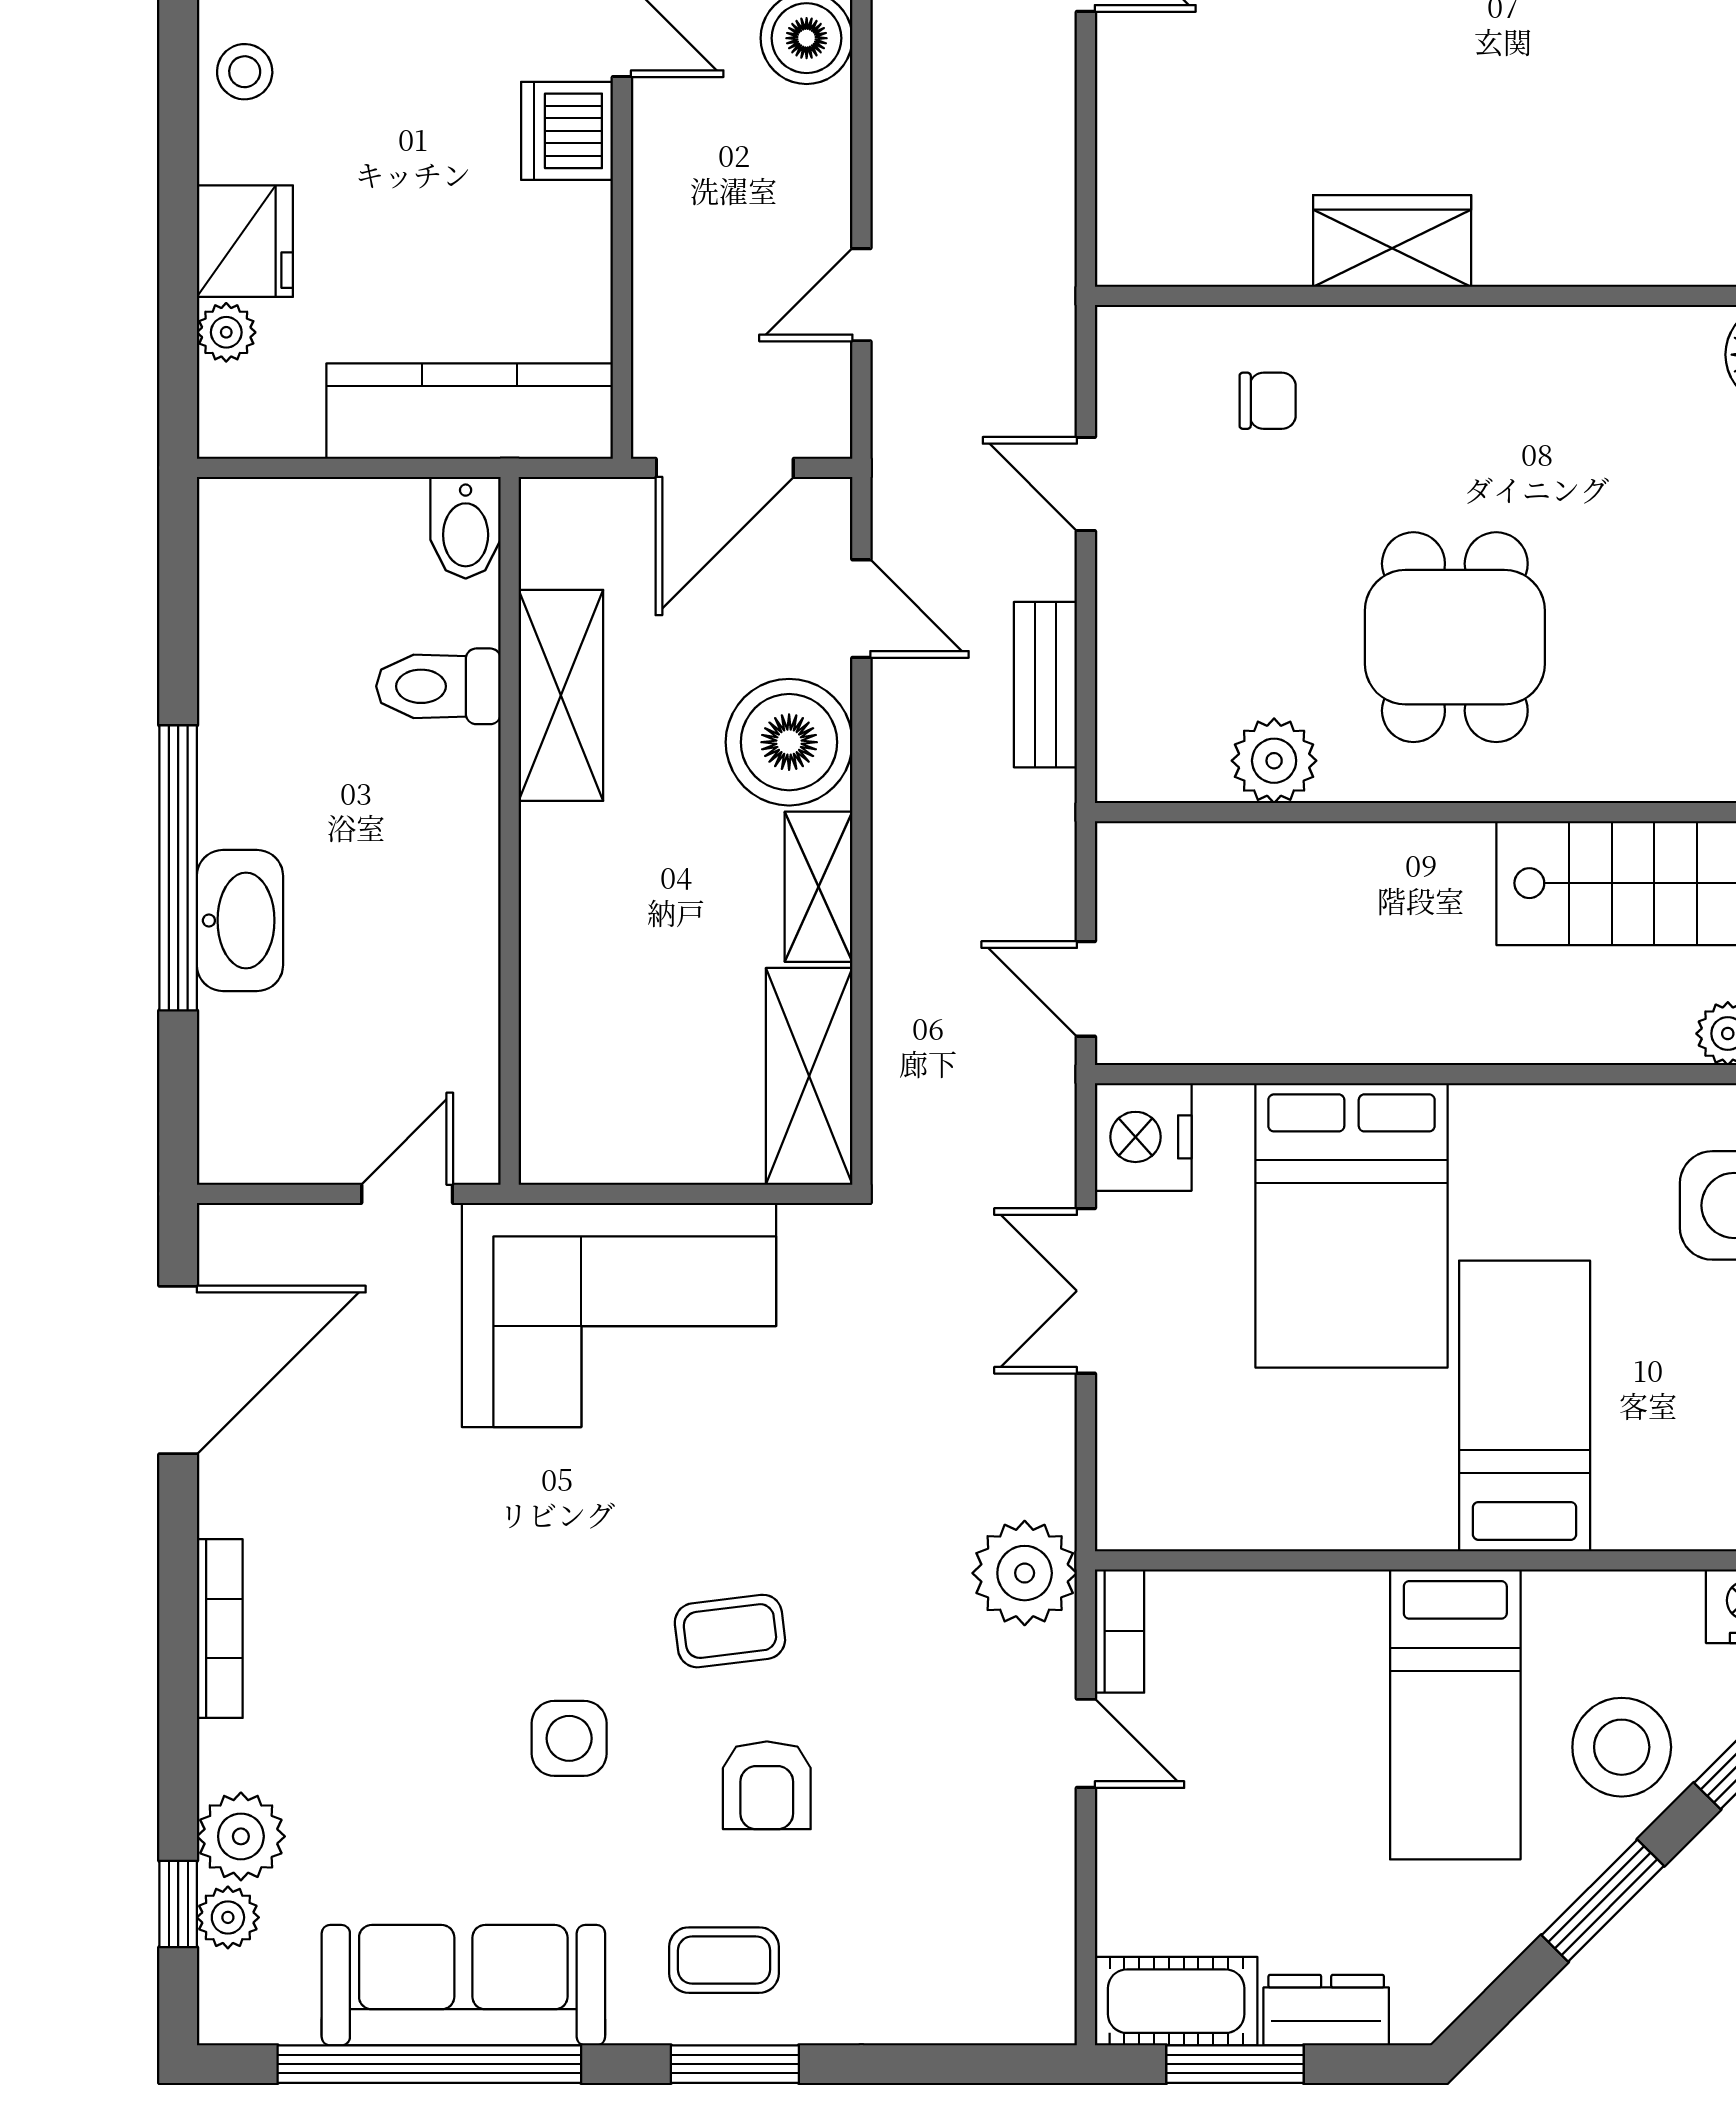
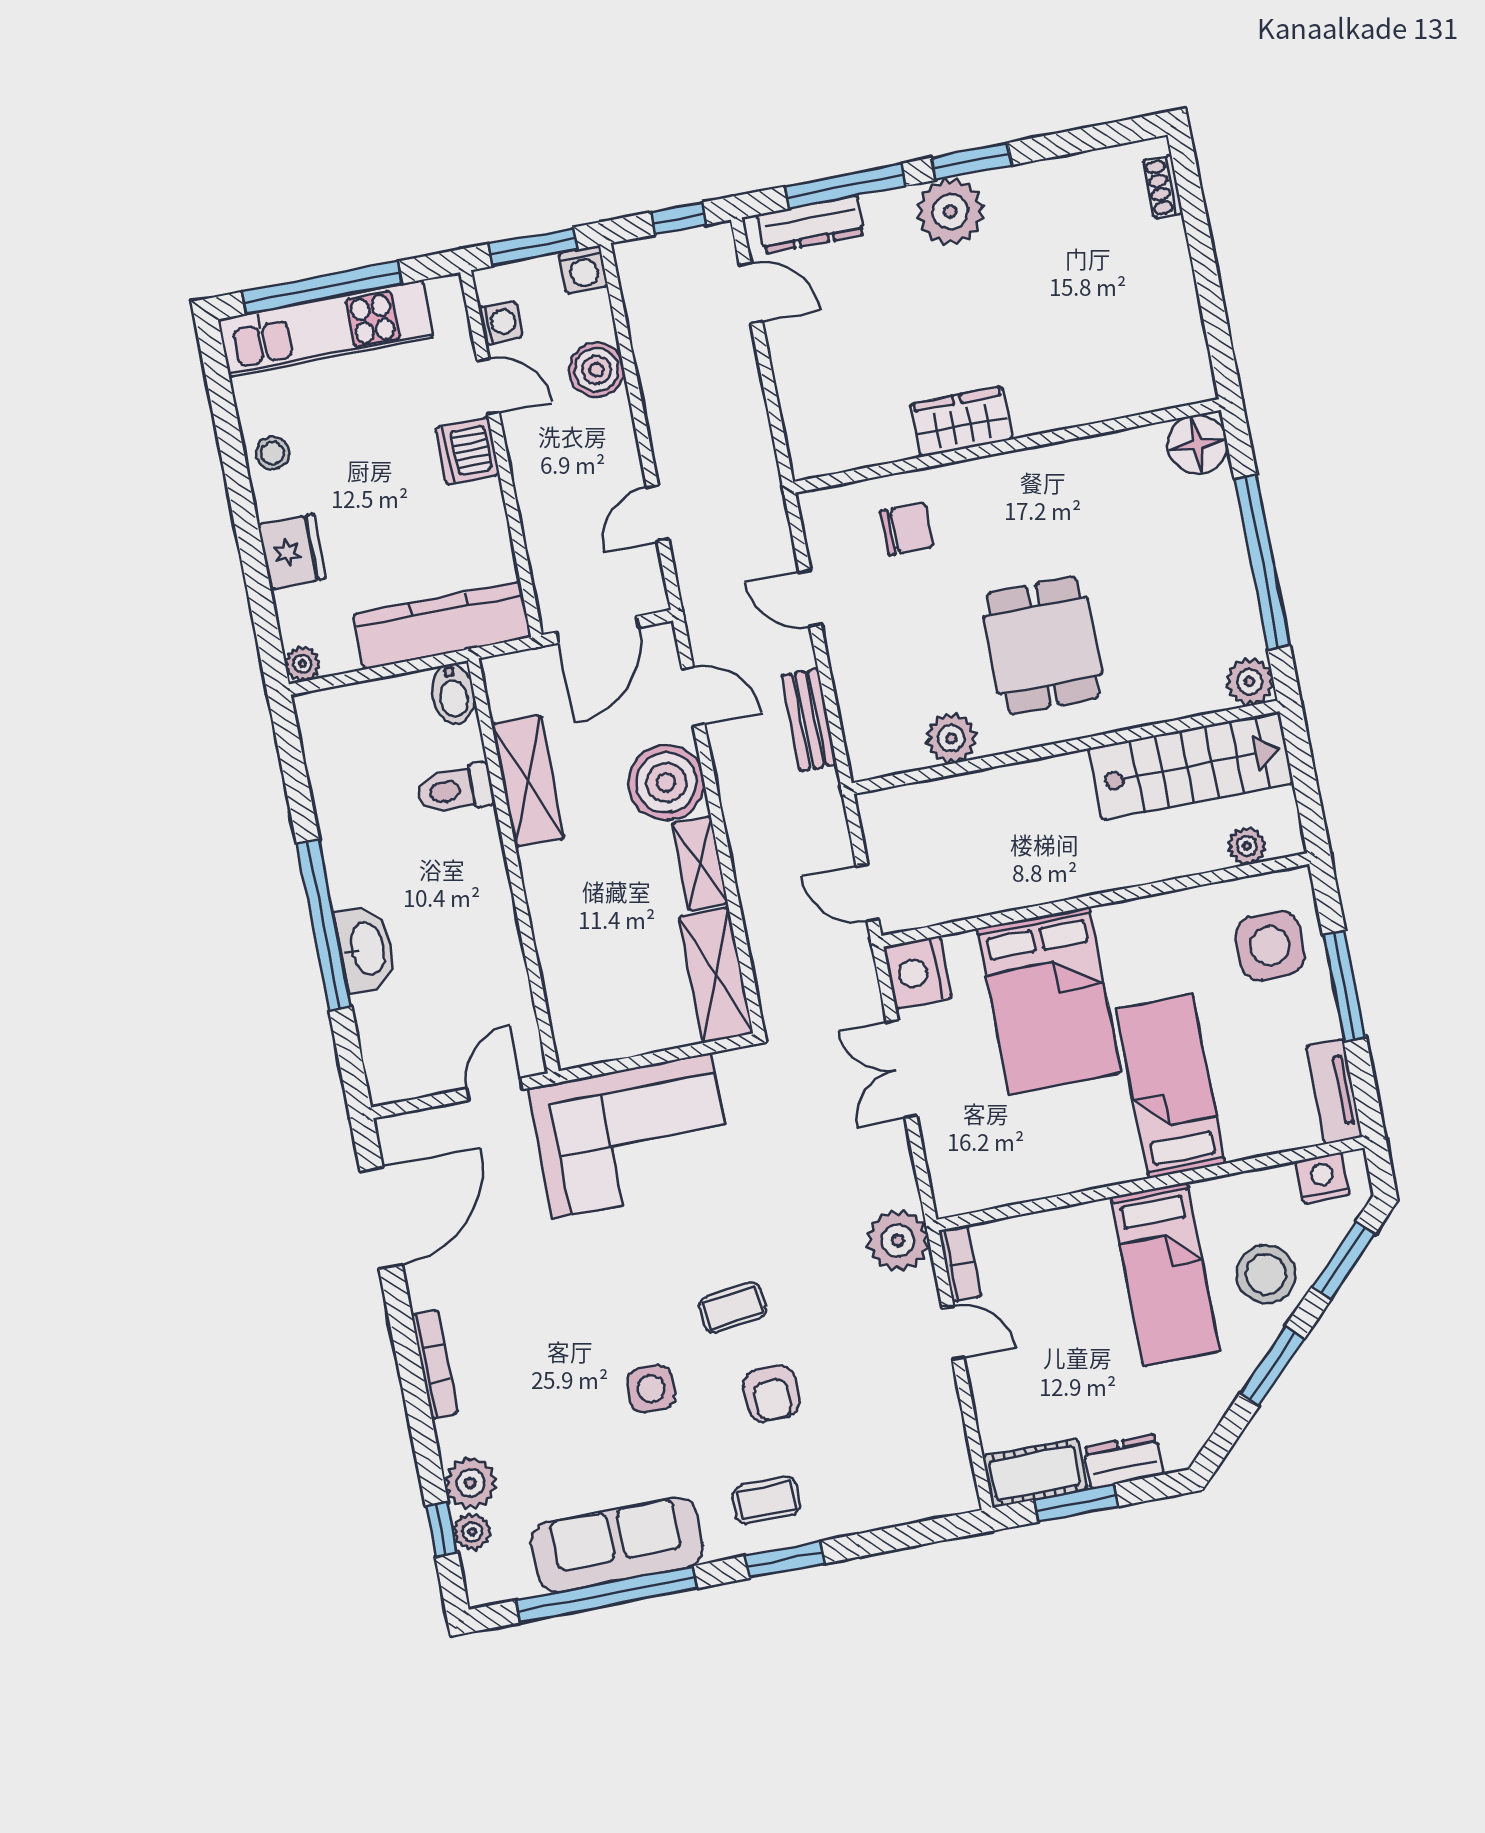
plant: (226, 332) -> (302, 664), moved
chair: (1268, 401) -> (907, 529), width x1.37, depth x1.37

